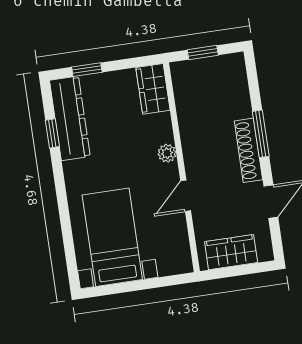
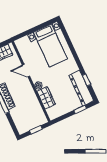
wardrobe: (153, 89) -> (46, 98), moved
door: (186, 196) -> (26, 71), swing flipped

